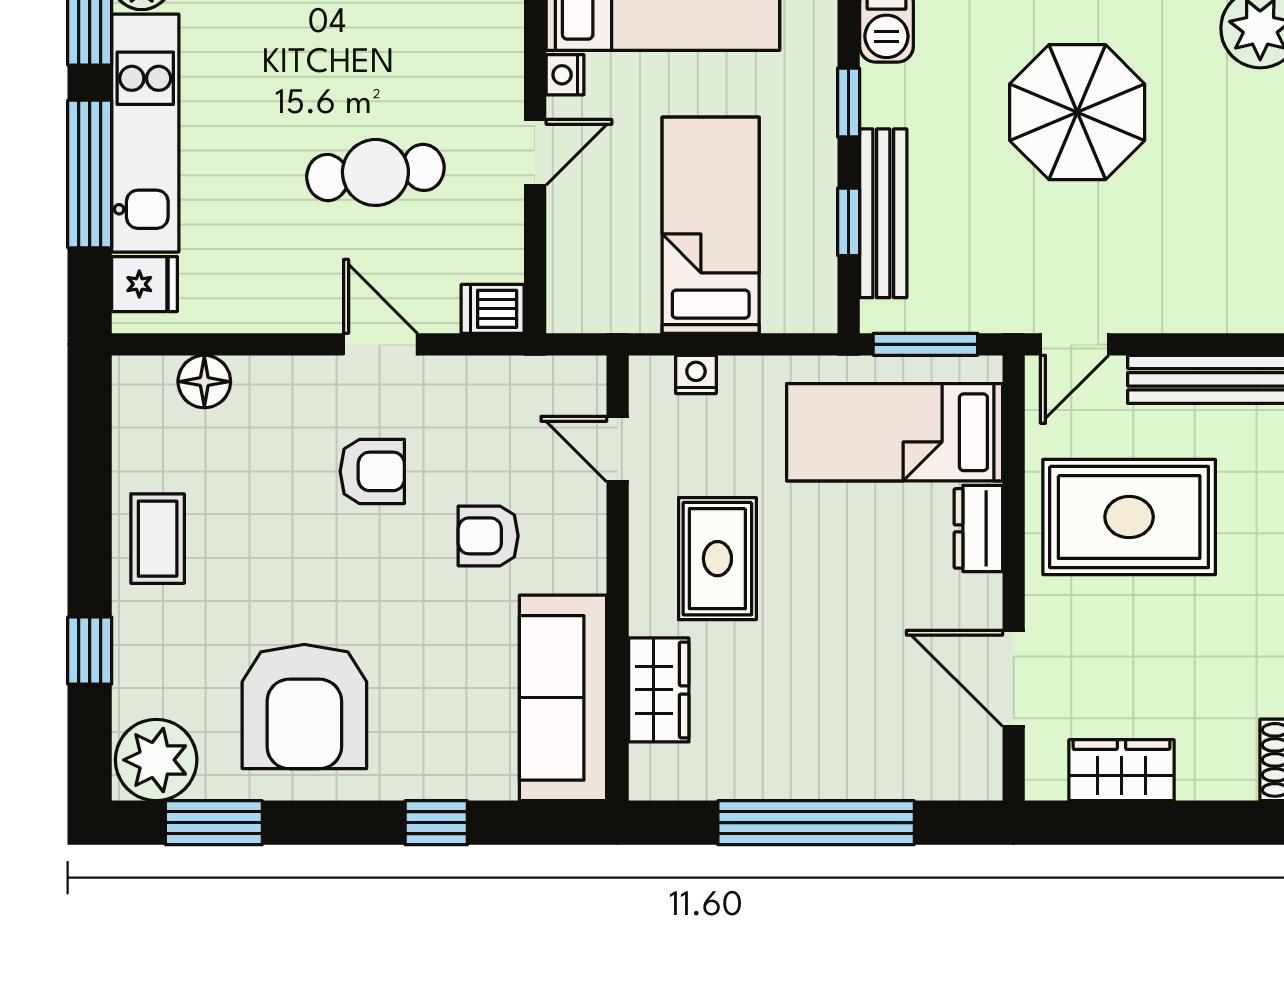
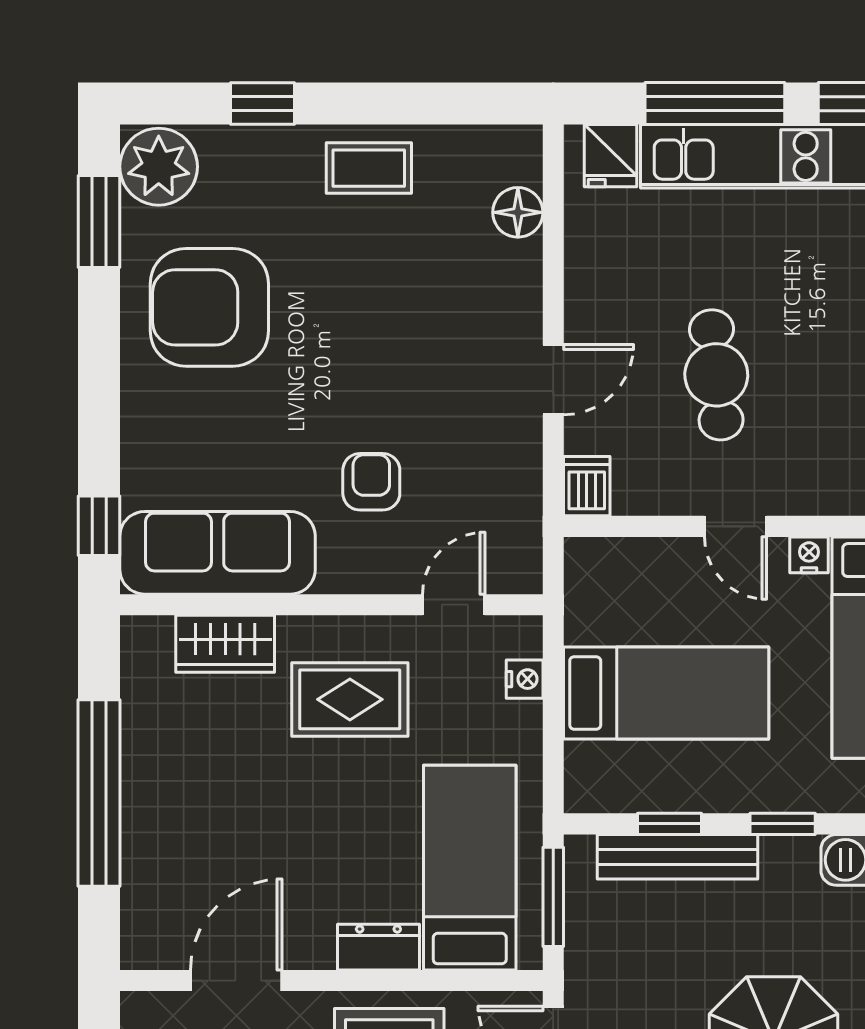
armchair: (372, 471) -> (433, 372), removed
window: (436, 823) -> (99, 526), moved

